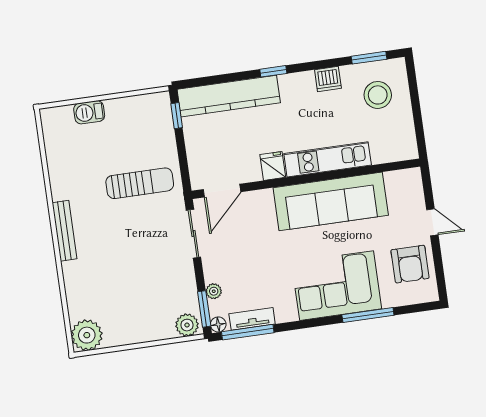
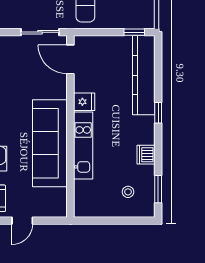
stool: (378, 95) -> (128, 192), width x0.53, depth x0.53

